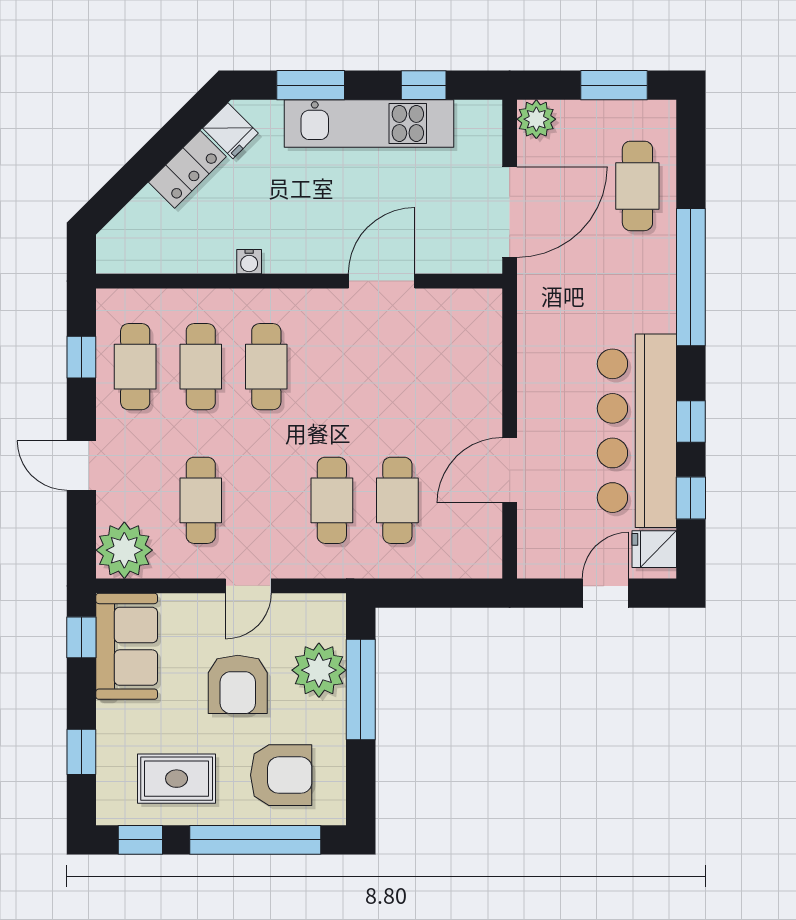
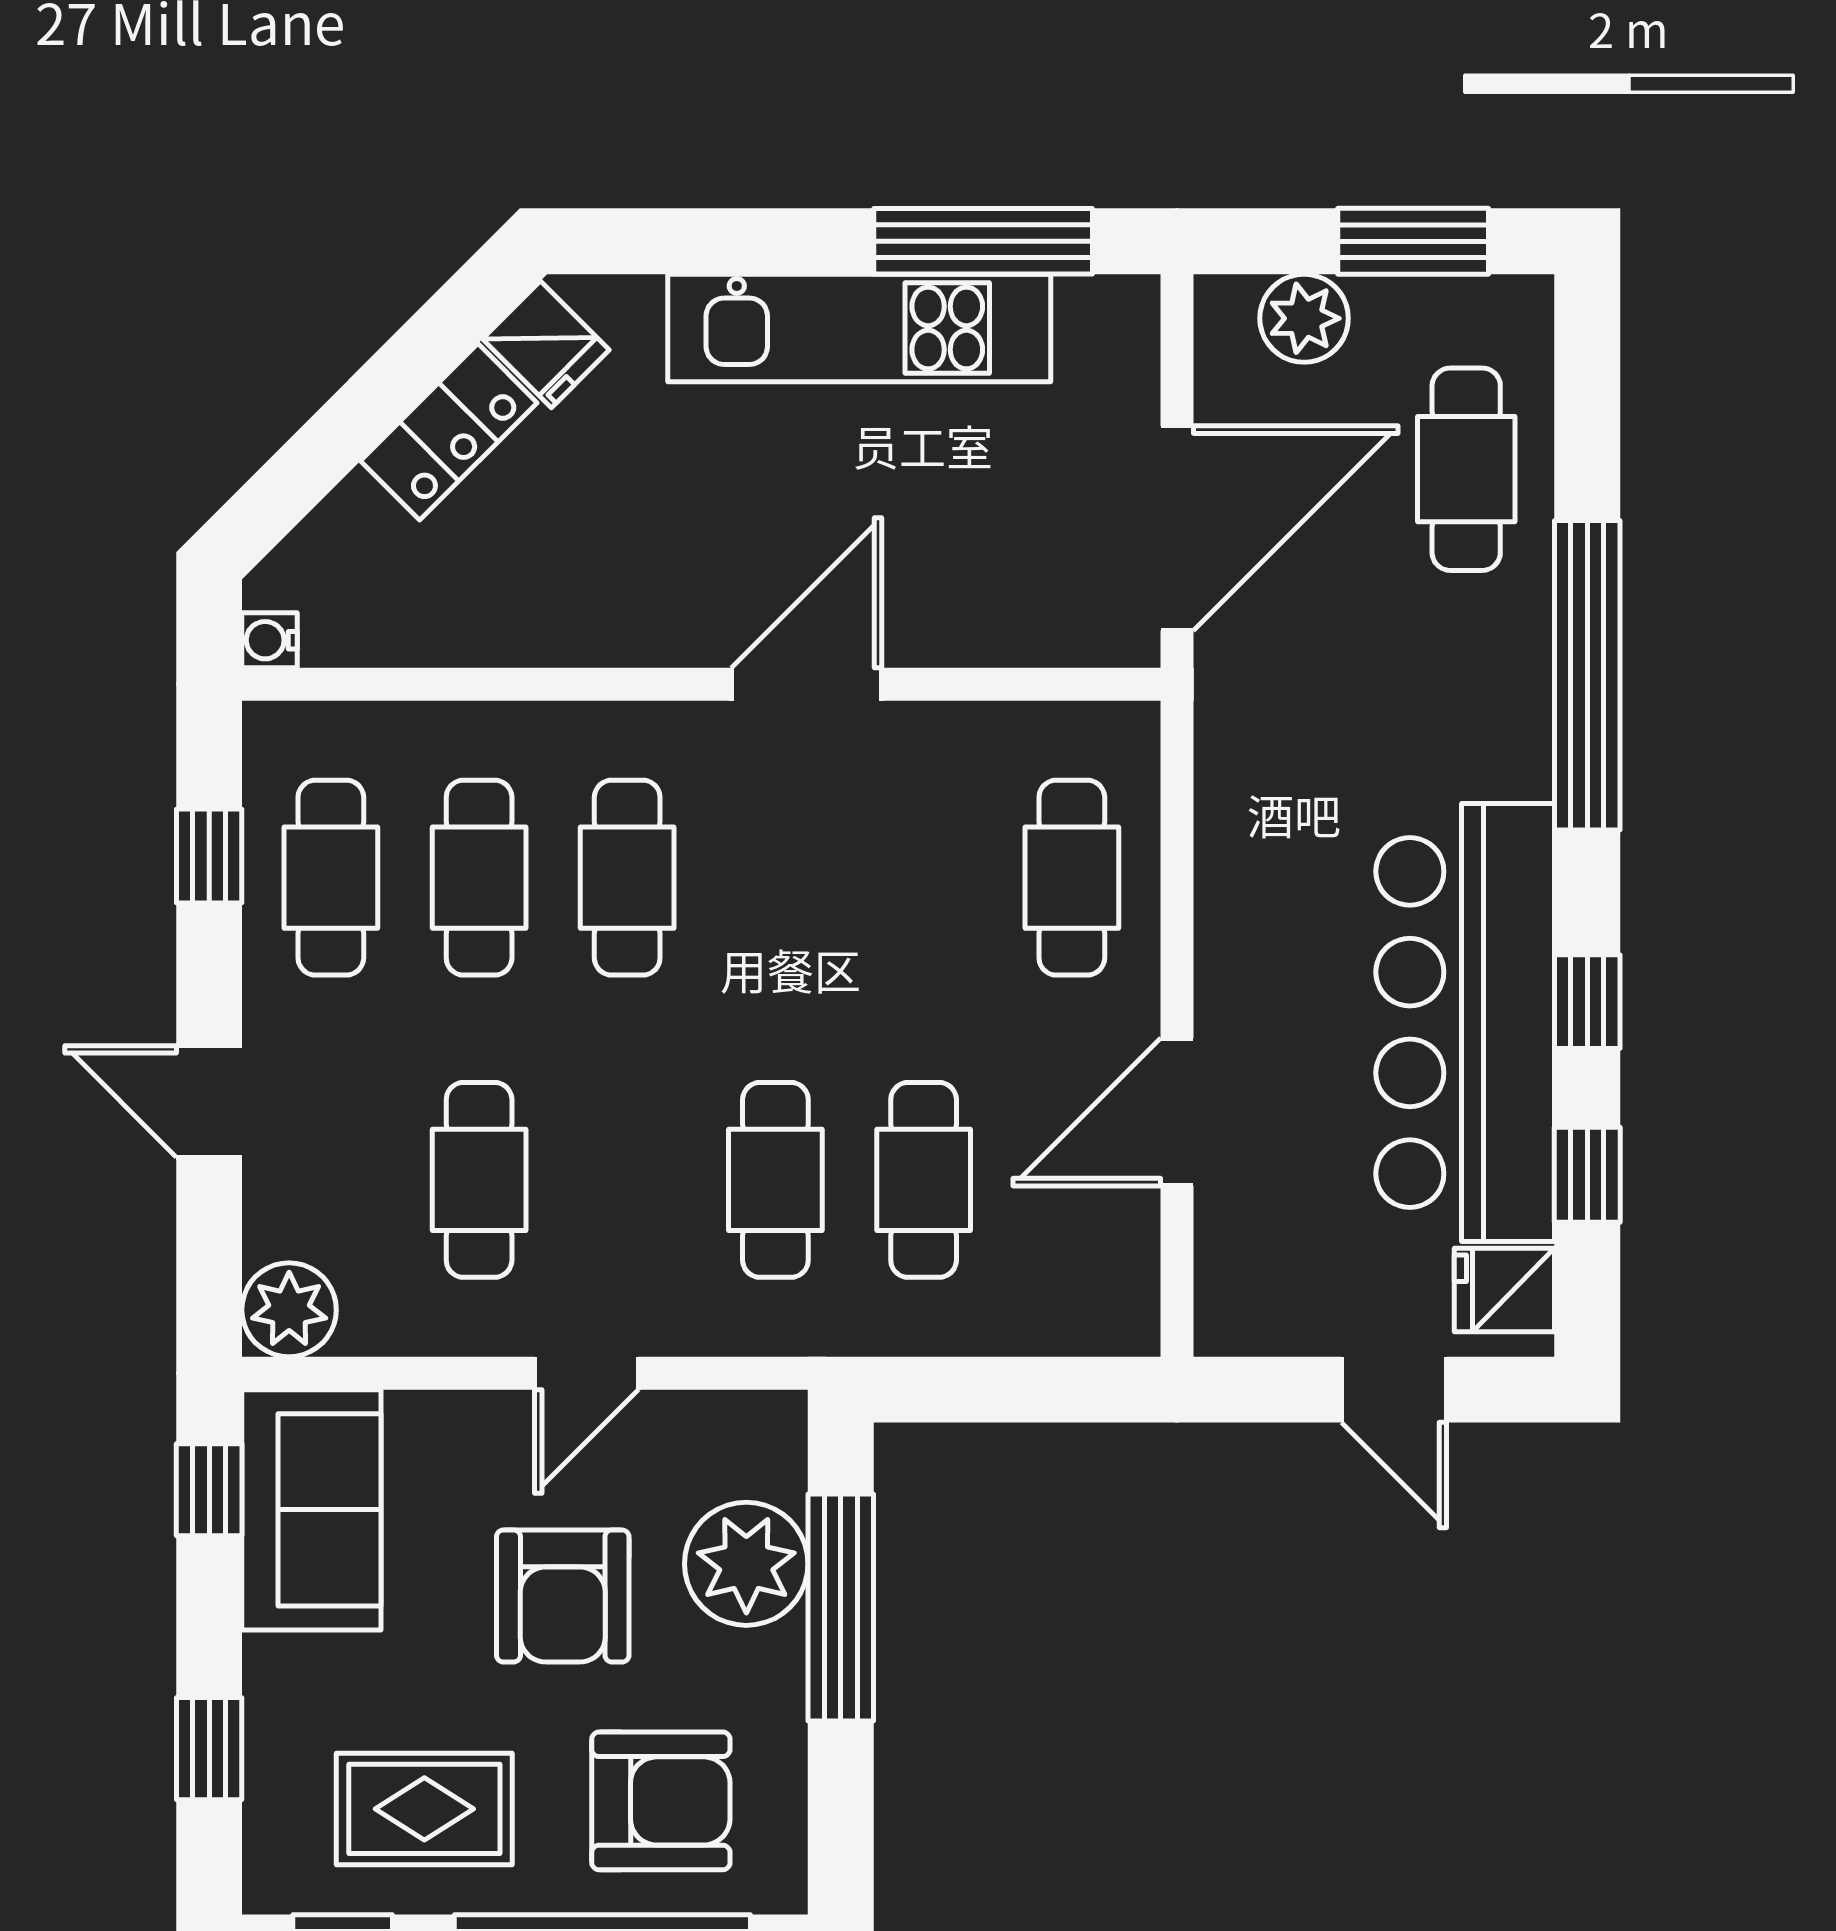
window: (311, 85) -> (727, 241), removed
window: (424, 85) -> (983, 241), width x2.17
plant: (536, 119) -> (1304, 318), moved
water cooler: (249, 262) -> (270, 640), moved, turned 90
door: (382, 281) -> (807, 684), moved
cafe table: (463, 367) -> (1072, 878), added
plant: (124, 550) -> (289, 1310), width x0.73, depth x0.73
door: (606, 593) -> (1394, 1390), swing flipped

